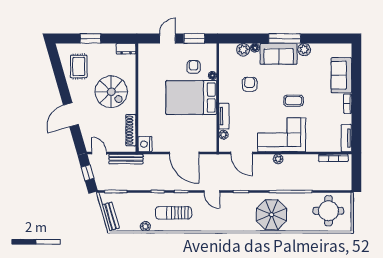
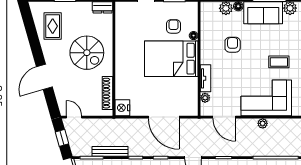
bench: (126, 159) -> (110, 151), moved

